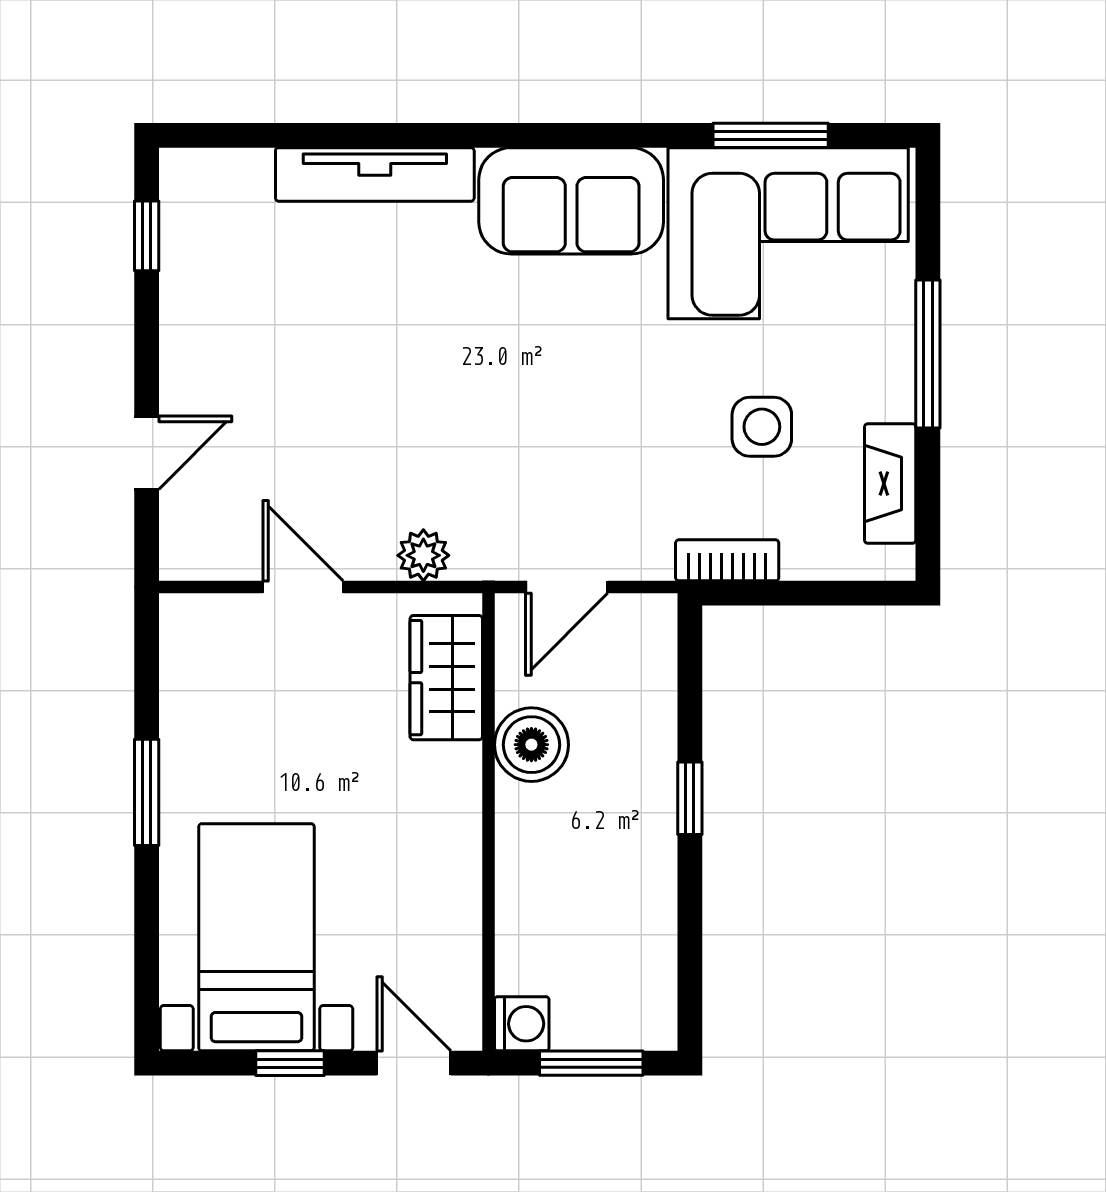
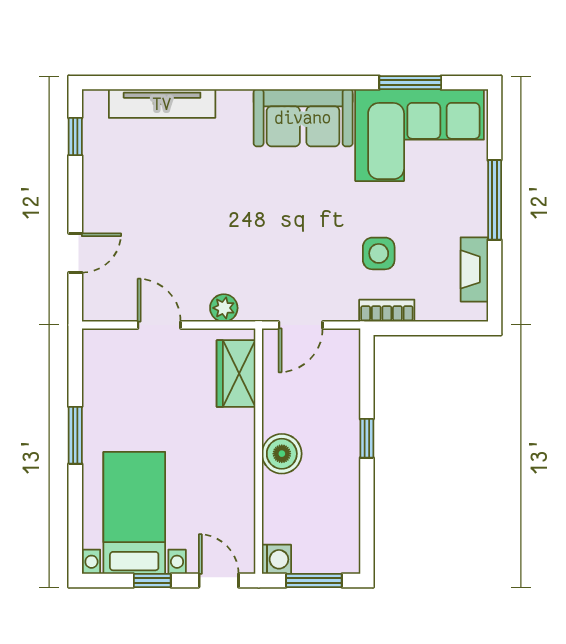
tv unit: (375, 174) -> (162, 104), moved
side table: (762, 427) -> (379, 253), moved
boiler: (531, 745) -> (282, 454), moved

